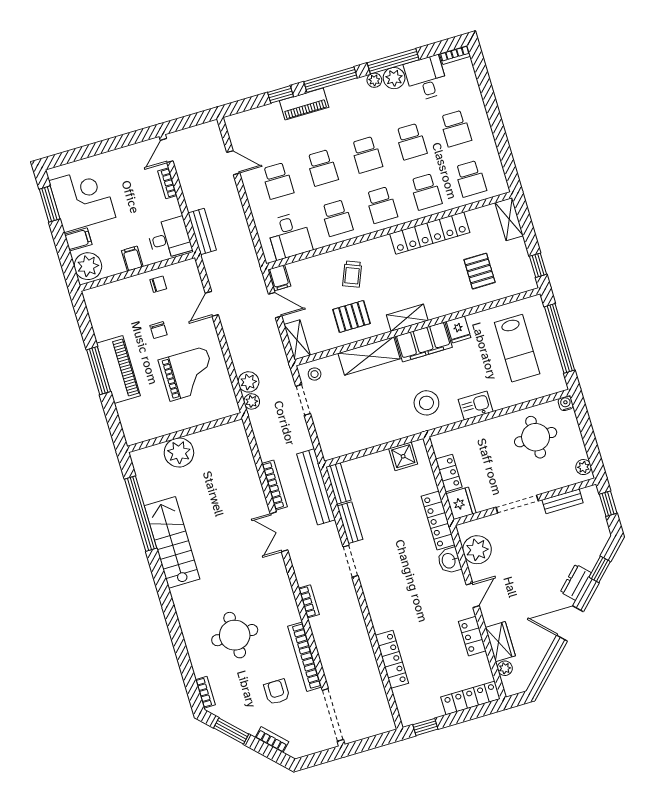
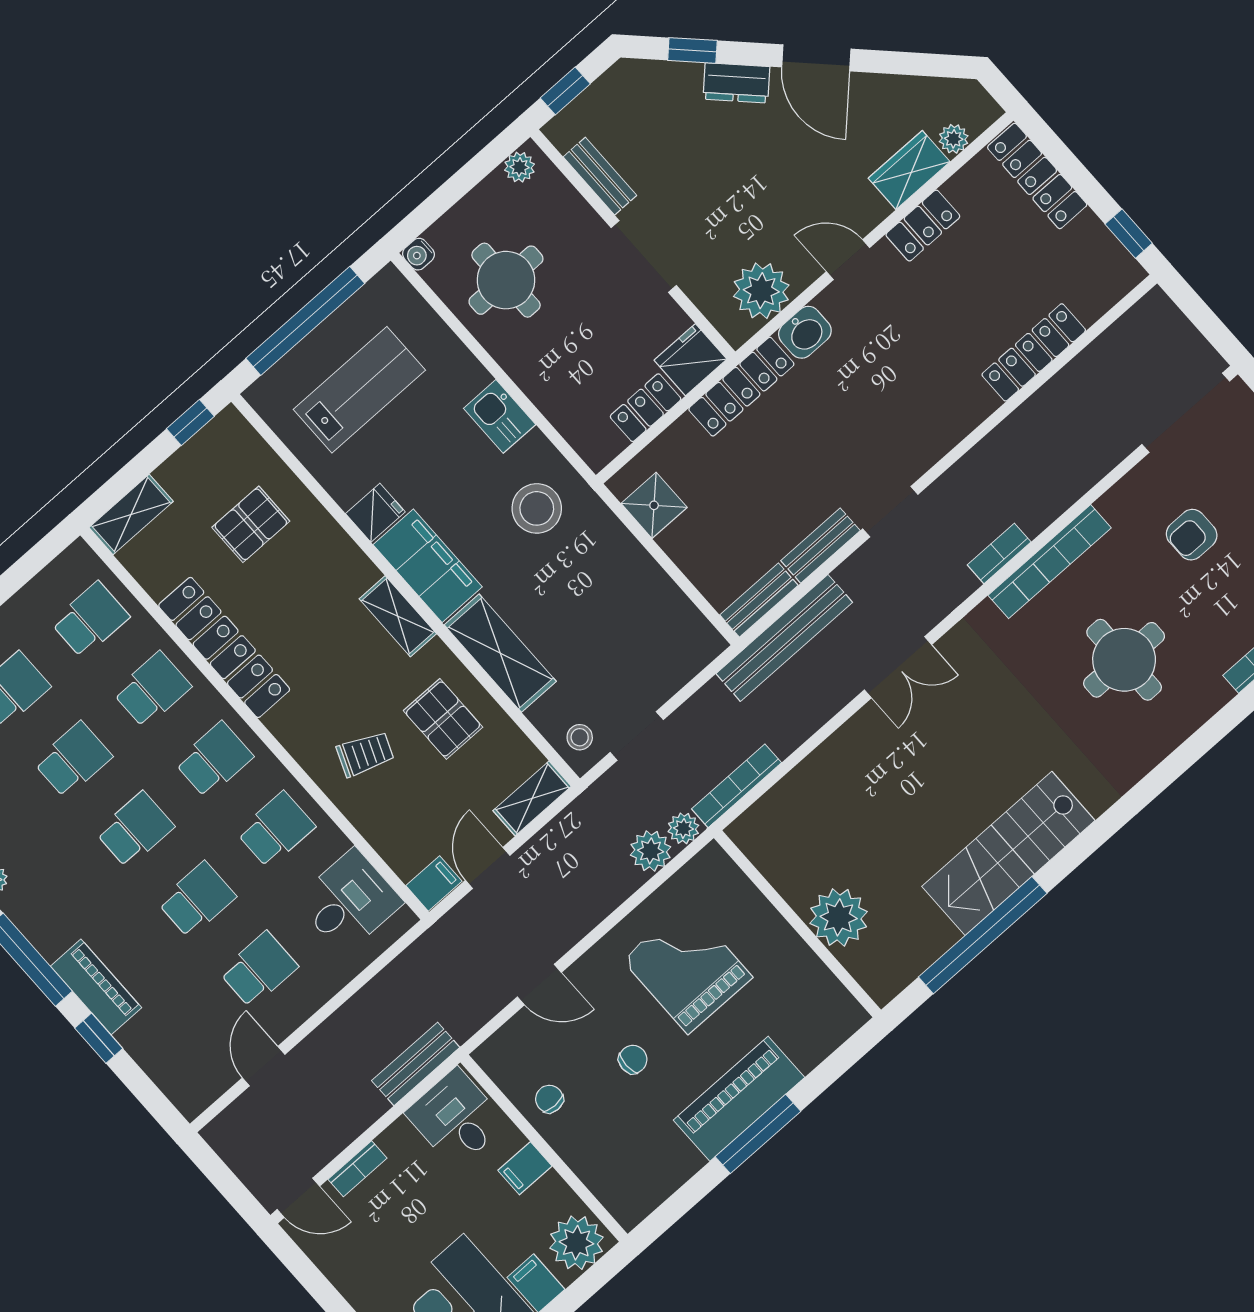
bookcase: (275, 485) -> (736, 786), moved
bookcase: (305, 657) -> (1050, 562), moved

